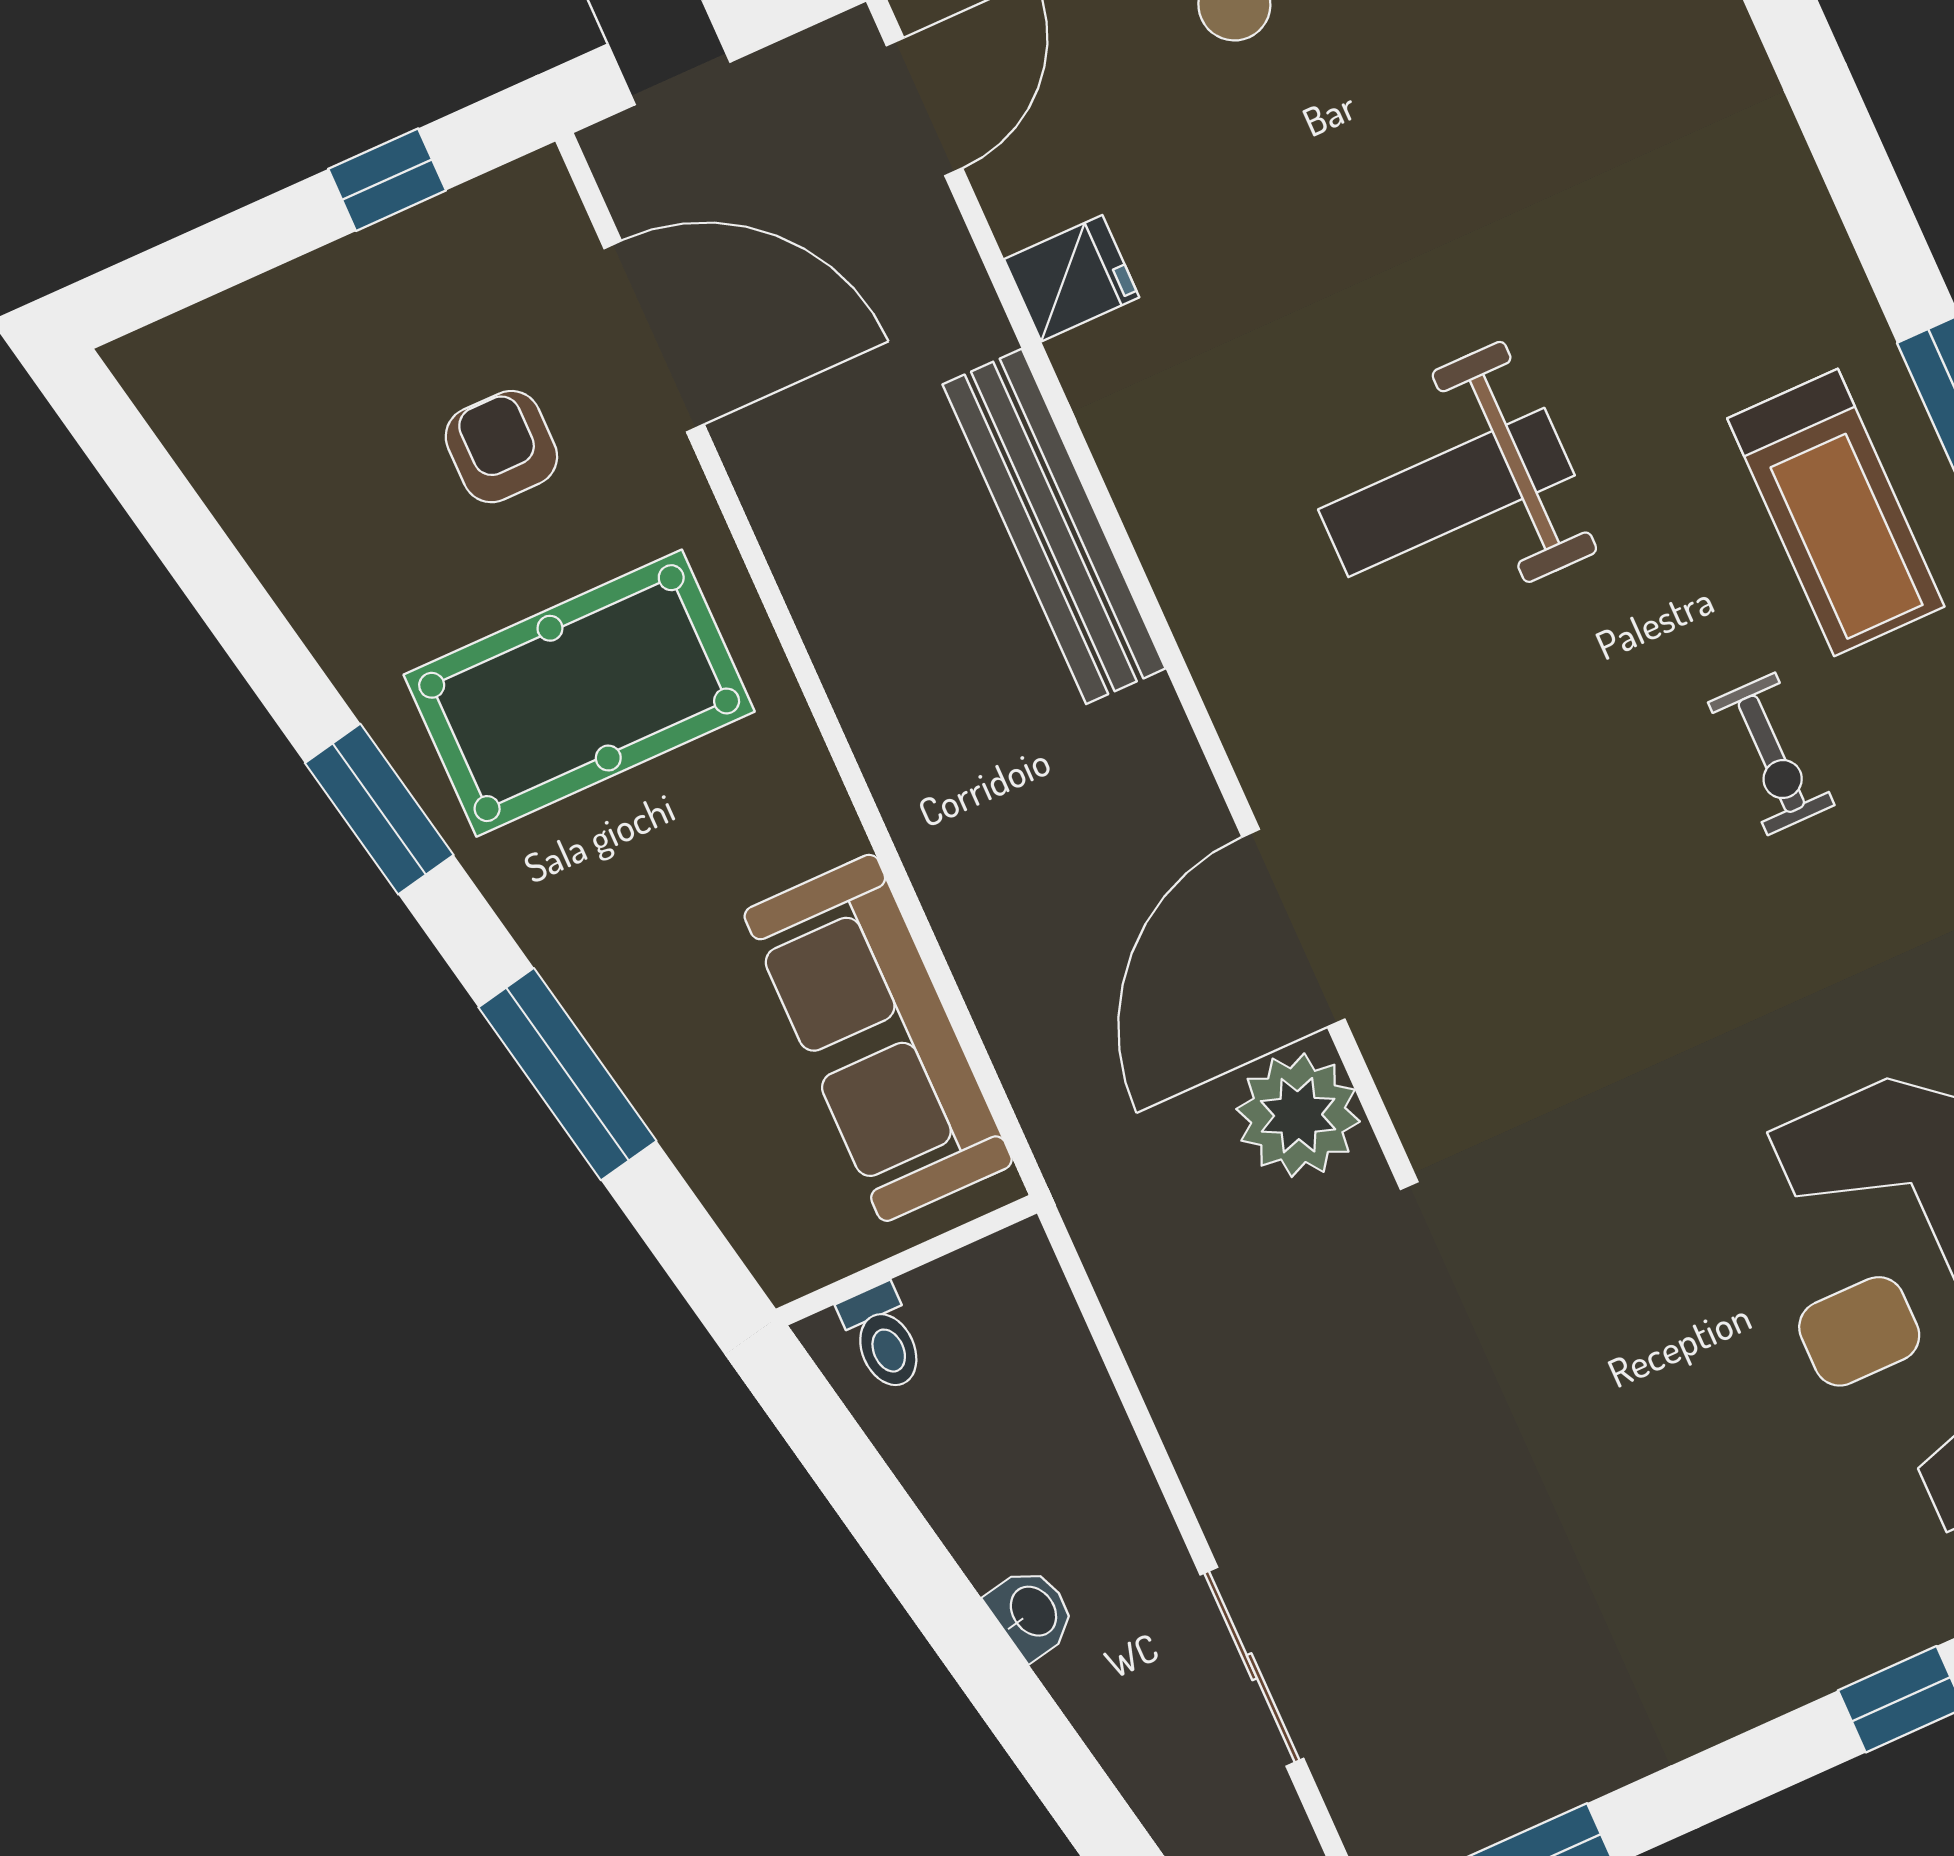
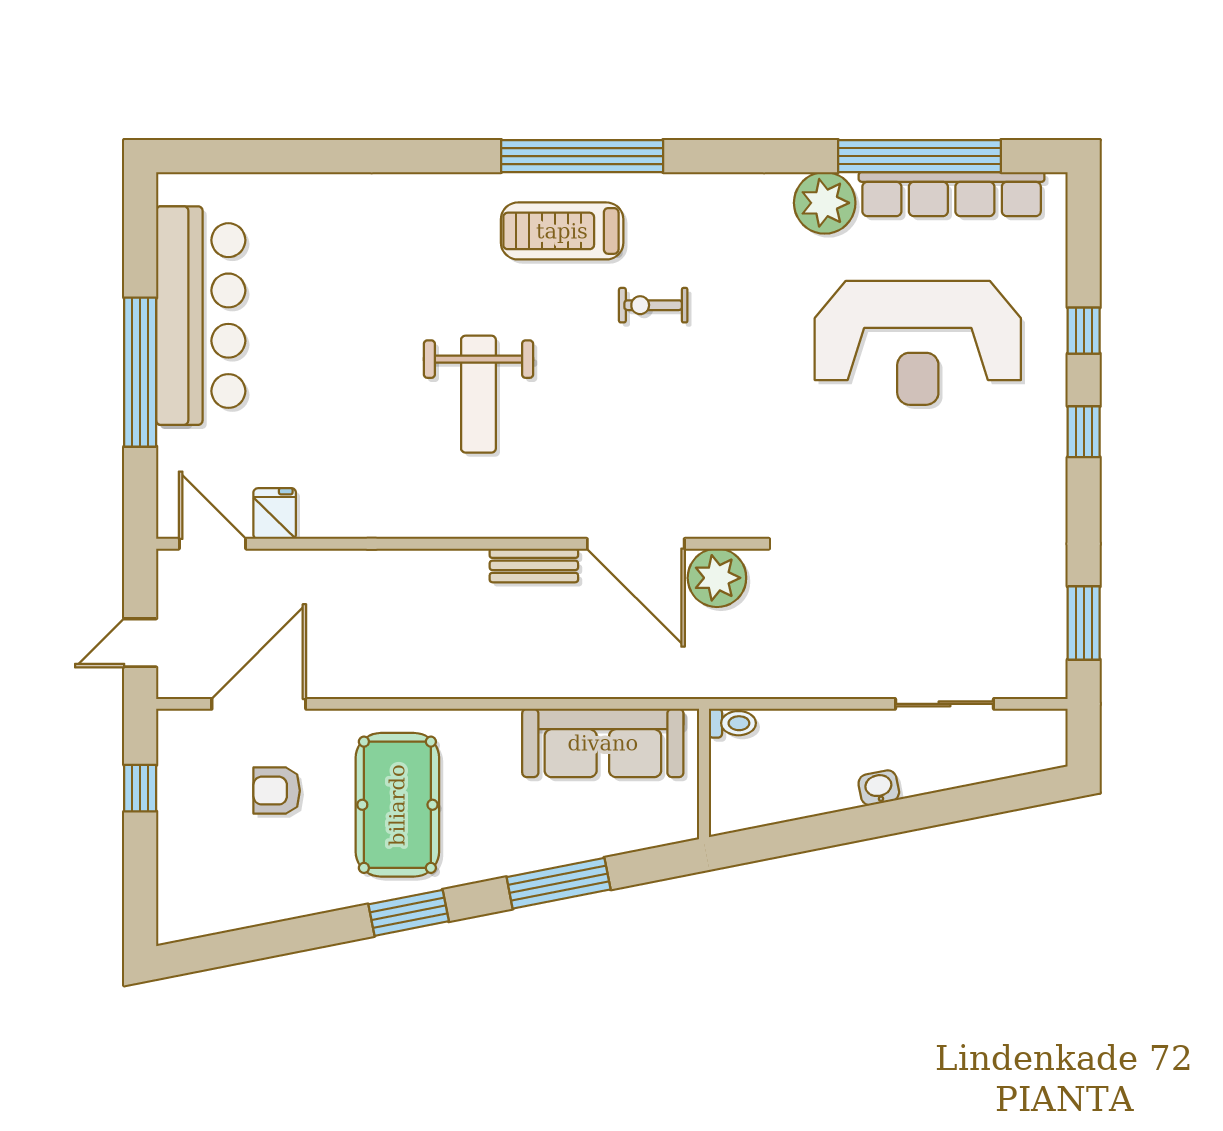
fridge: (1072, 278) -> (275, 514), moved
treadmill: (1836, 512) -> (562, 231), turned 180
bench: (1054, 526) -> (534, 565), moved, width x0.54, depth x0.82
exercise bike: (1771, 754) -> (653, 305), turned 180
toilet: (883, 1338) -> (732, 723), moved

